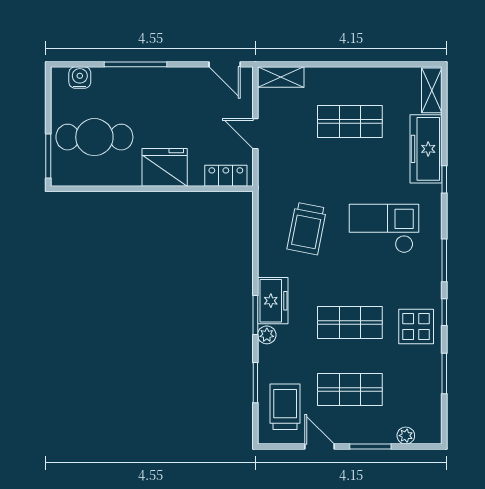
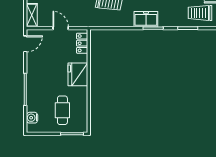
door: (255, 134) -> (61, 28), swing flipped
cafe table: (94, 137) -> (62, 110), width x0.73, depth x0.74
plant: (267, 335) -> (163, 22), removed

